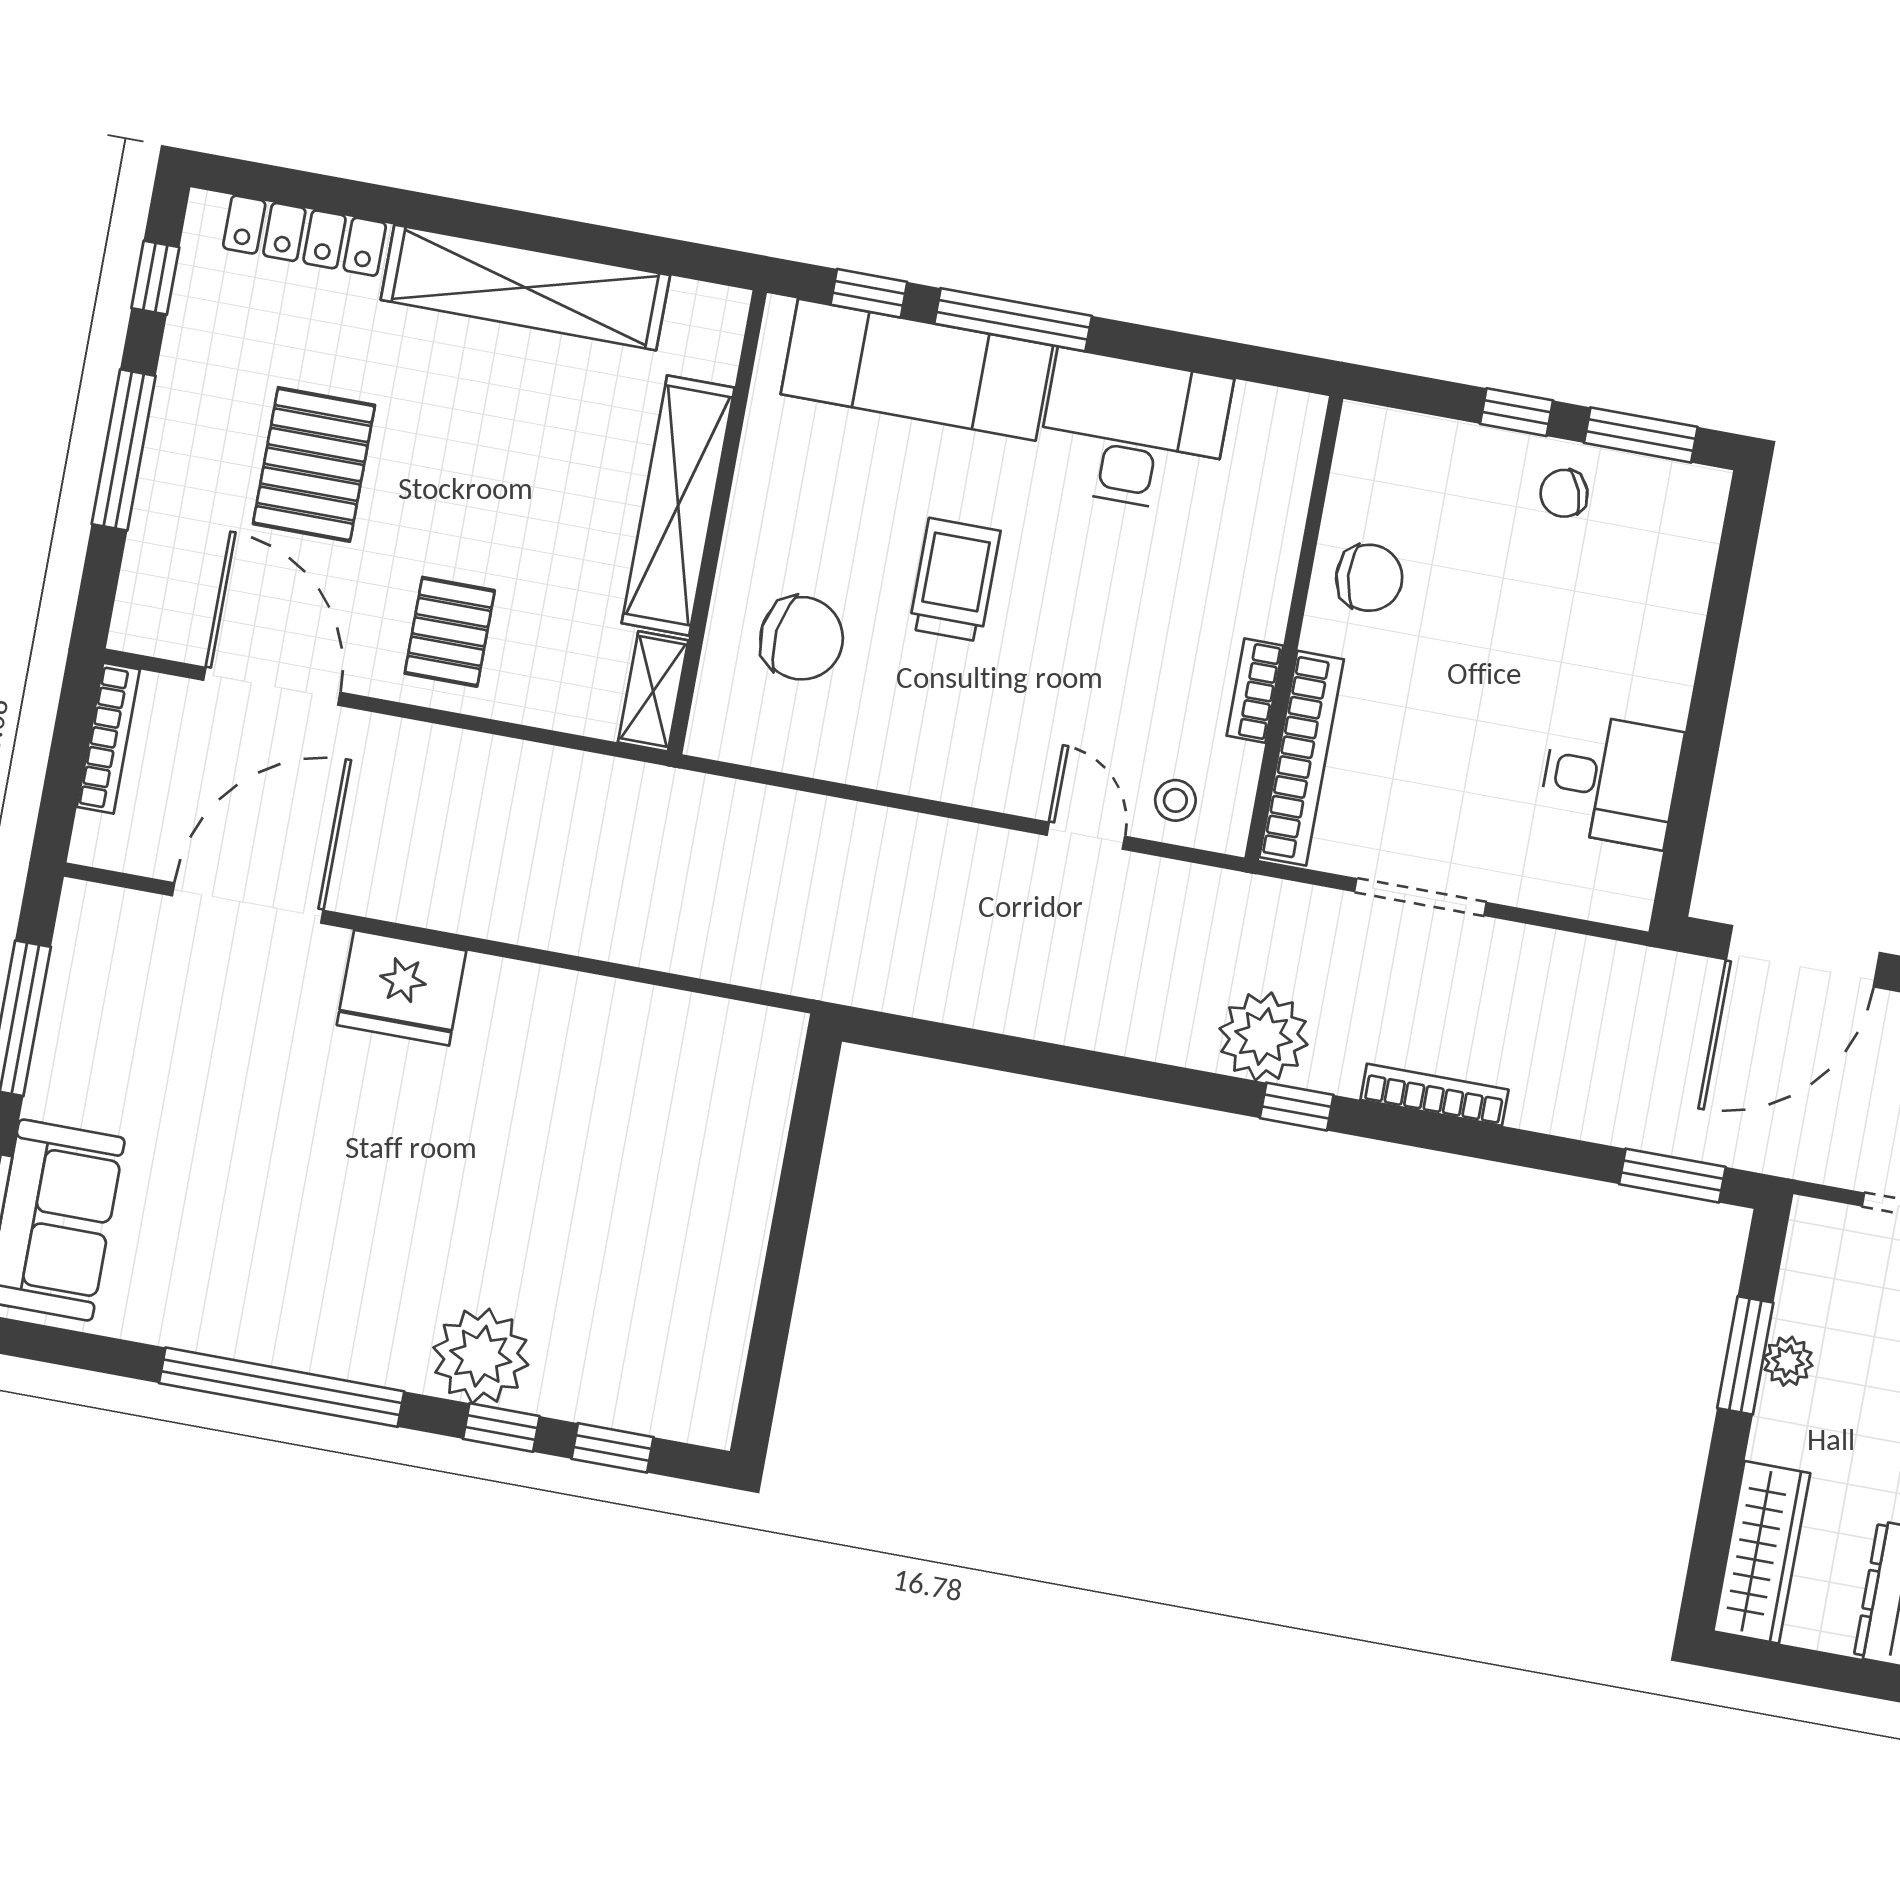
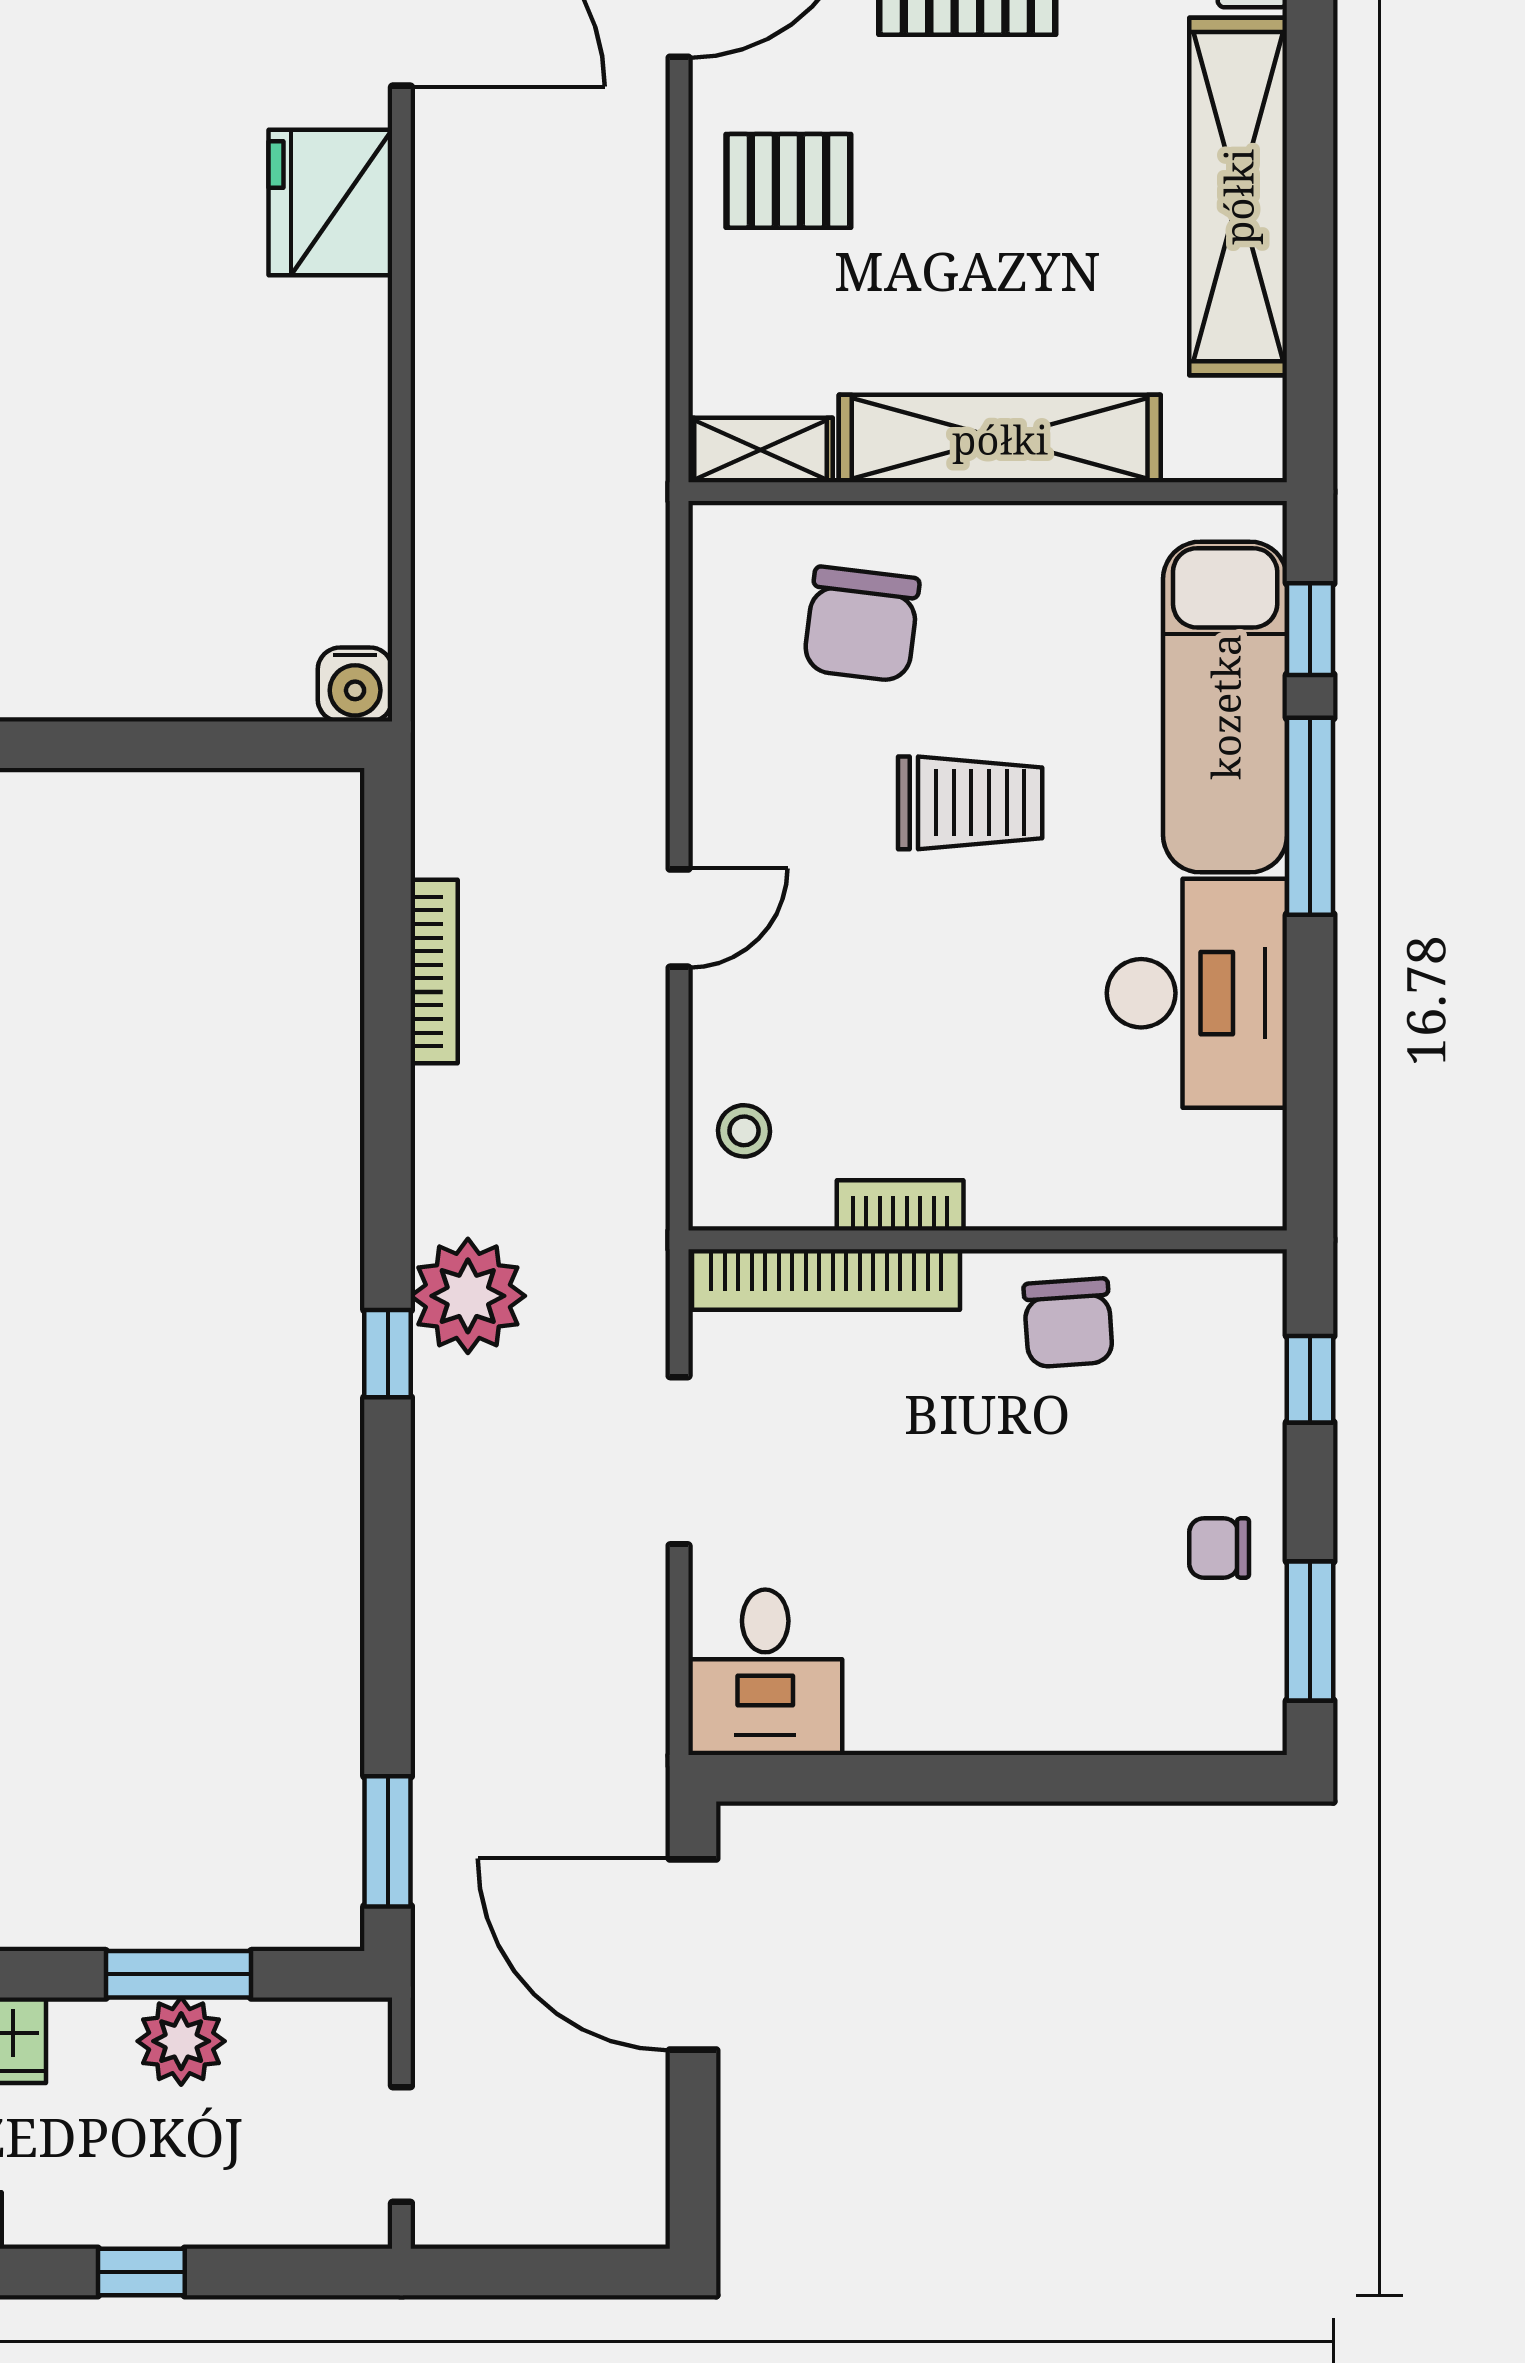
window: (1517, 412) -> (1310, 1379), moved
chair: (1564, 493) -> (1219, 1548), turned -70
desk: (1610, 780) -> (765, 1672), moved
door: (1086, 836) -> (679, 918), moved
water cooler: (776, 1037) -> (355, 684), added
bookcase: (1434, 1095) -> (434, 972), moved
plant: (1788, 1361) -> (181, 2041), width x1.38, depth x1.38

